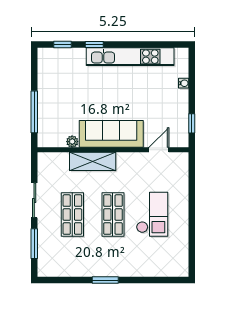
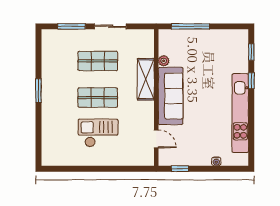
checkout: (152, 214) -> (98, 133), turned 180

